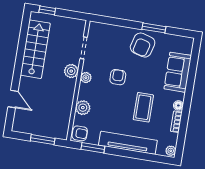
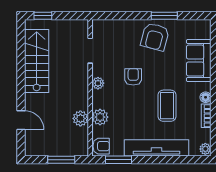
plant: (71, 71) -> (80, 118), moved

